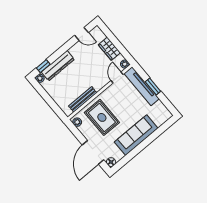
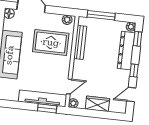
window: (65, 48) -> (134, 71), added
door: (117, 78) -> (69, 86), hinge flipped
window: (153, 87) -> (47, 108), moved
window: (52, 104) -> (101, 15), added

